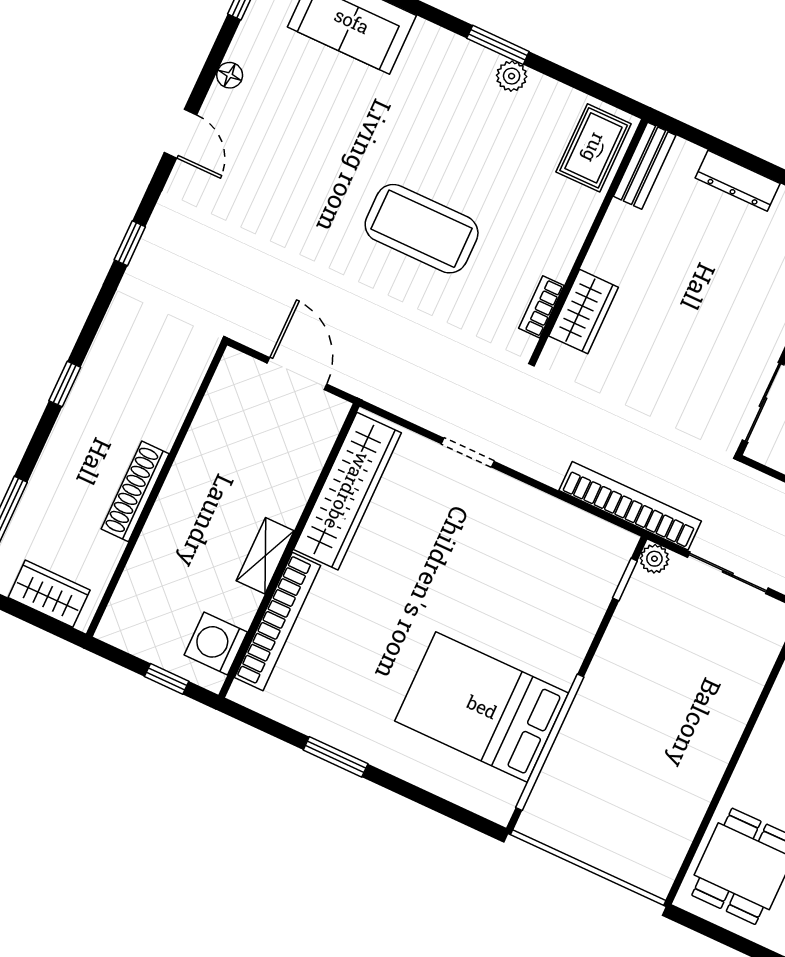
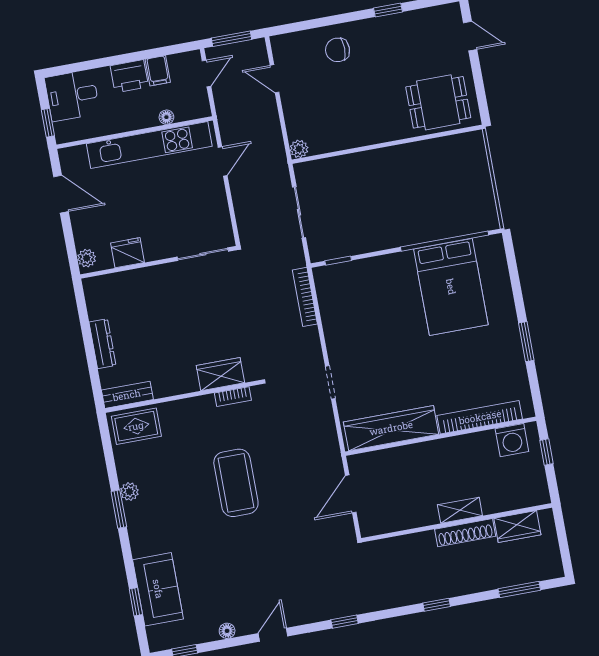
bookcase: (630, 506) -> (305, 297), width x0.68, depth x0.76
shelving: (265, 556) -> (460, 510), moved
plant: (654, 559) -> (318, 253), removed
wardrobe: (49, 594) -> (517, 527), moved, turned -90

